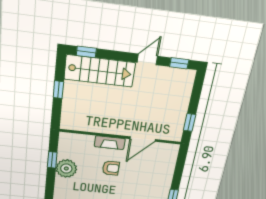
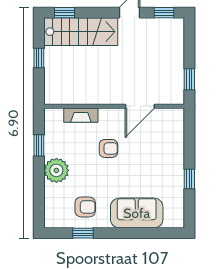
fireplace: (110, 143) -> (81, 115), moved
plant: (66, 169) -> (56, 170), moved

